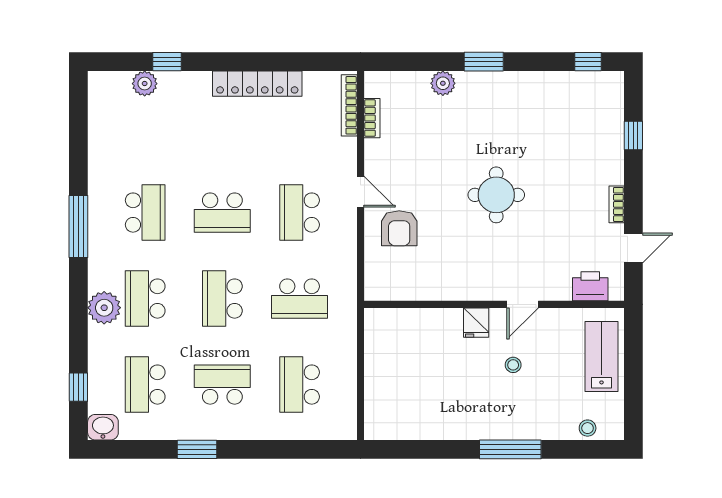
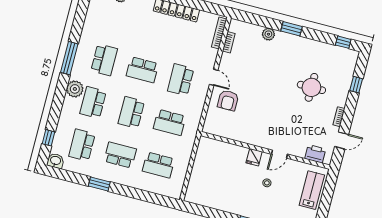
round table: (496, 195) -> (311, 87), moved
plant: (104, 308) -> (75, 89), moved
school desk: (300, 385) -> (158, 165), turned -90

